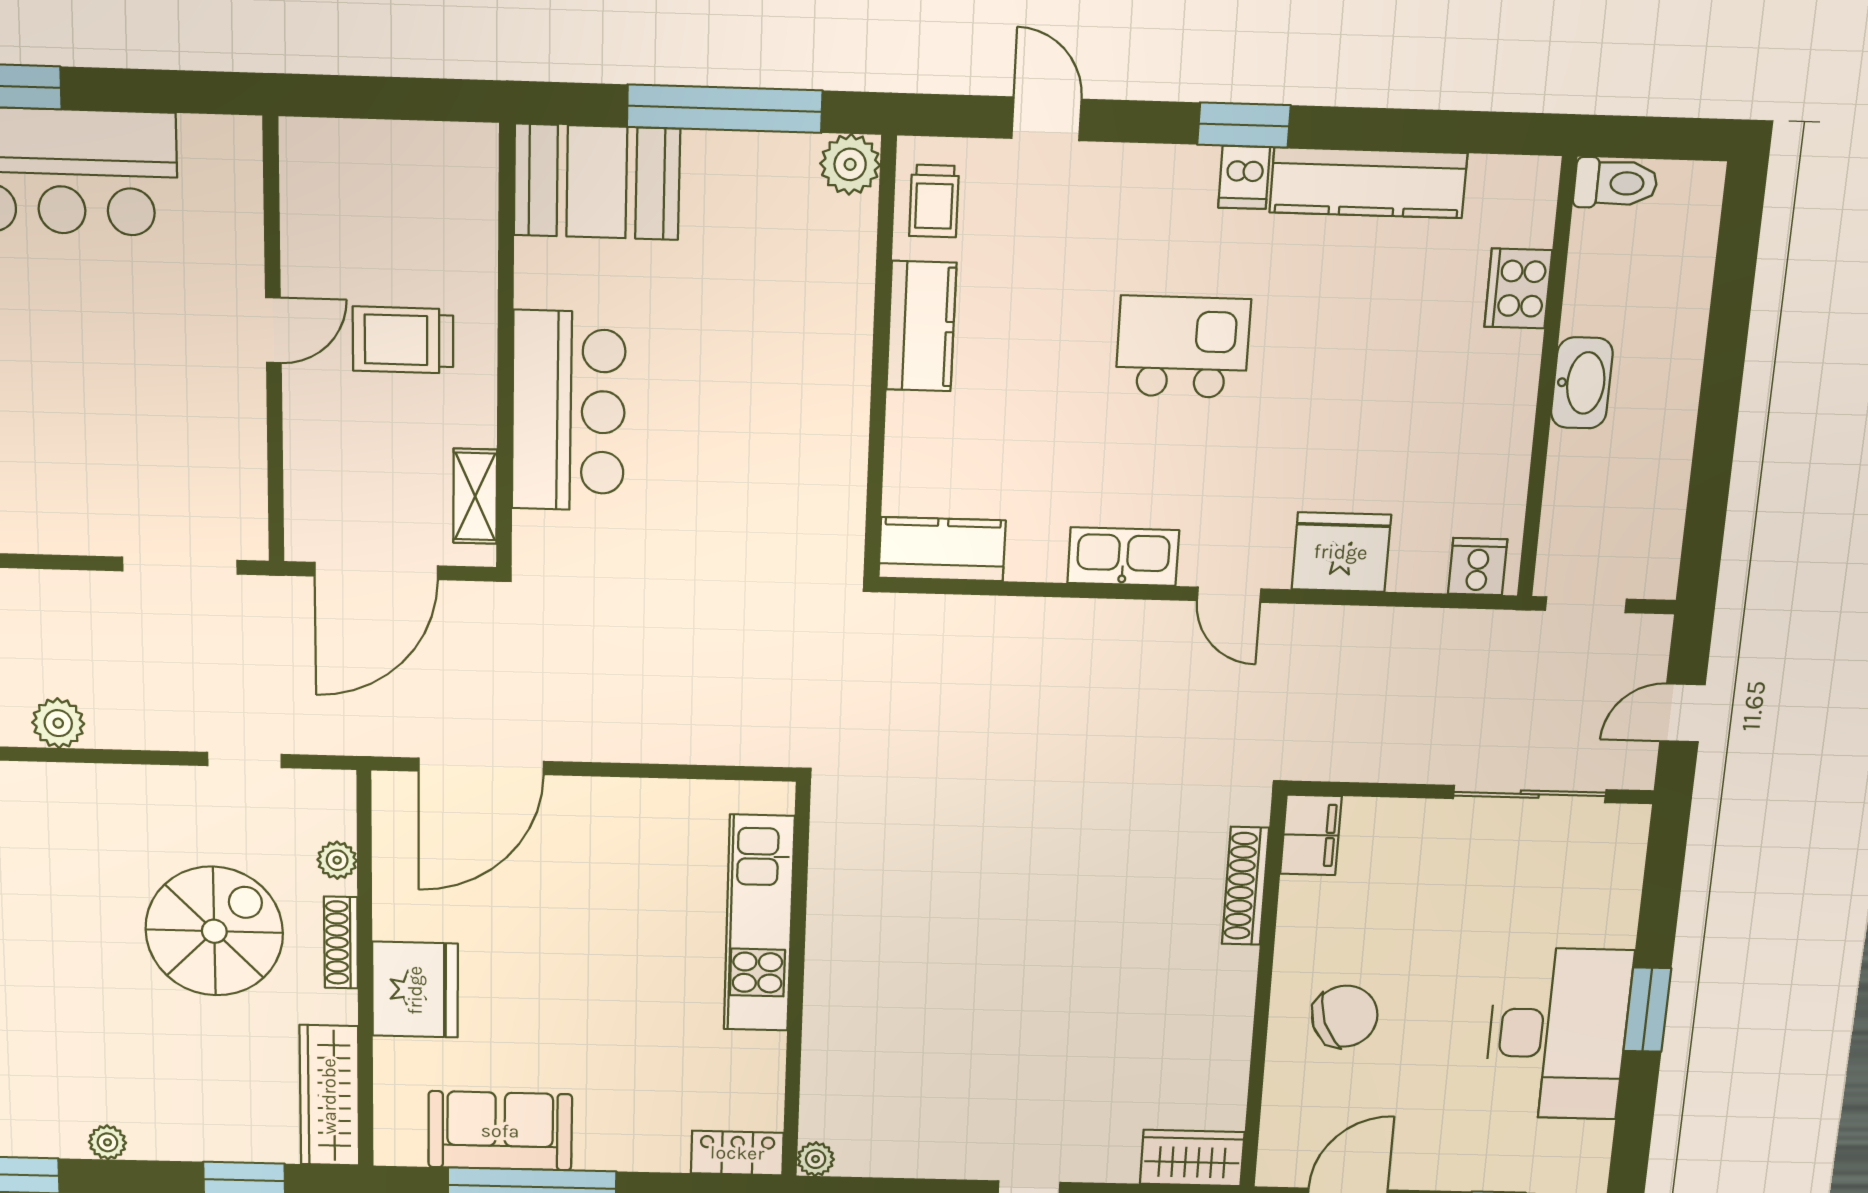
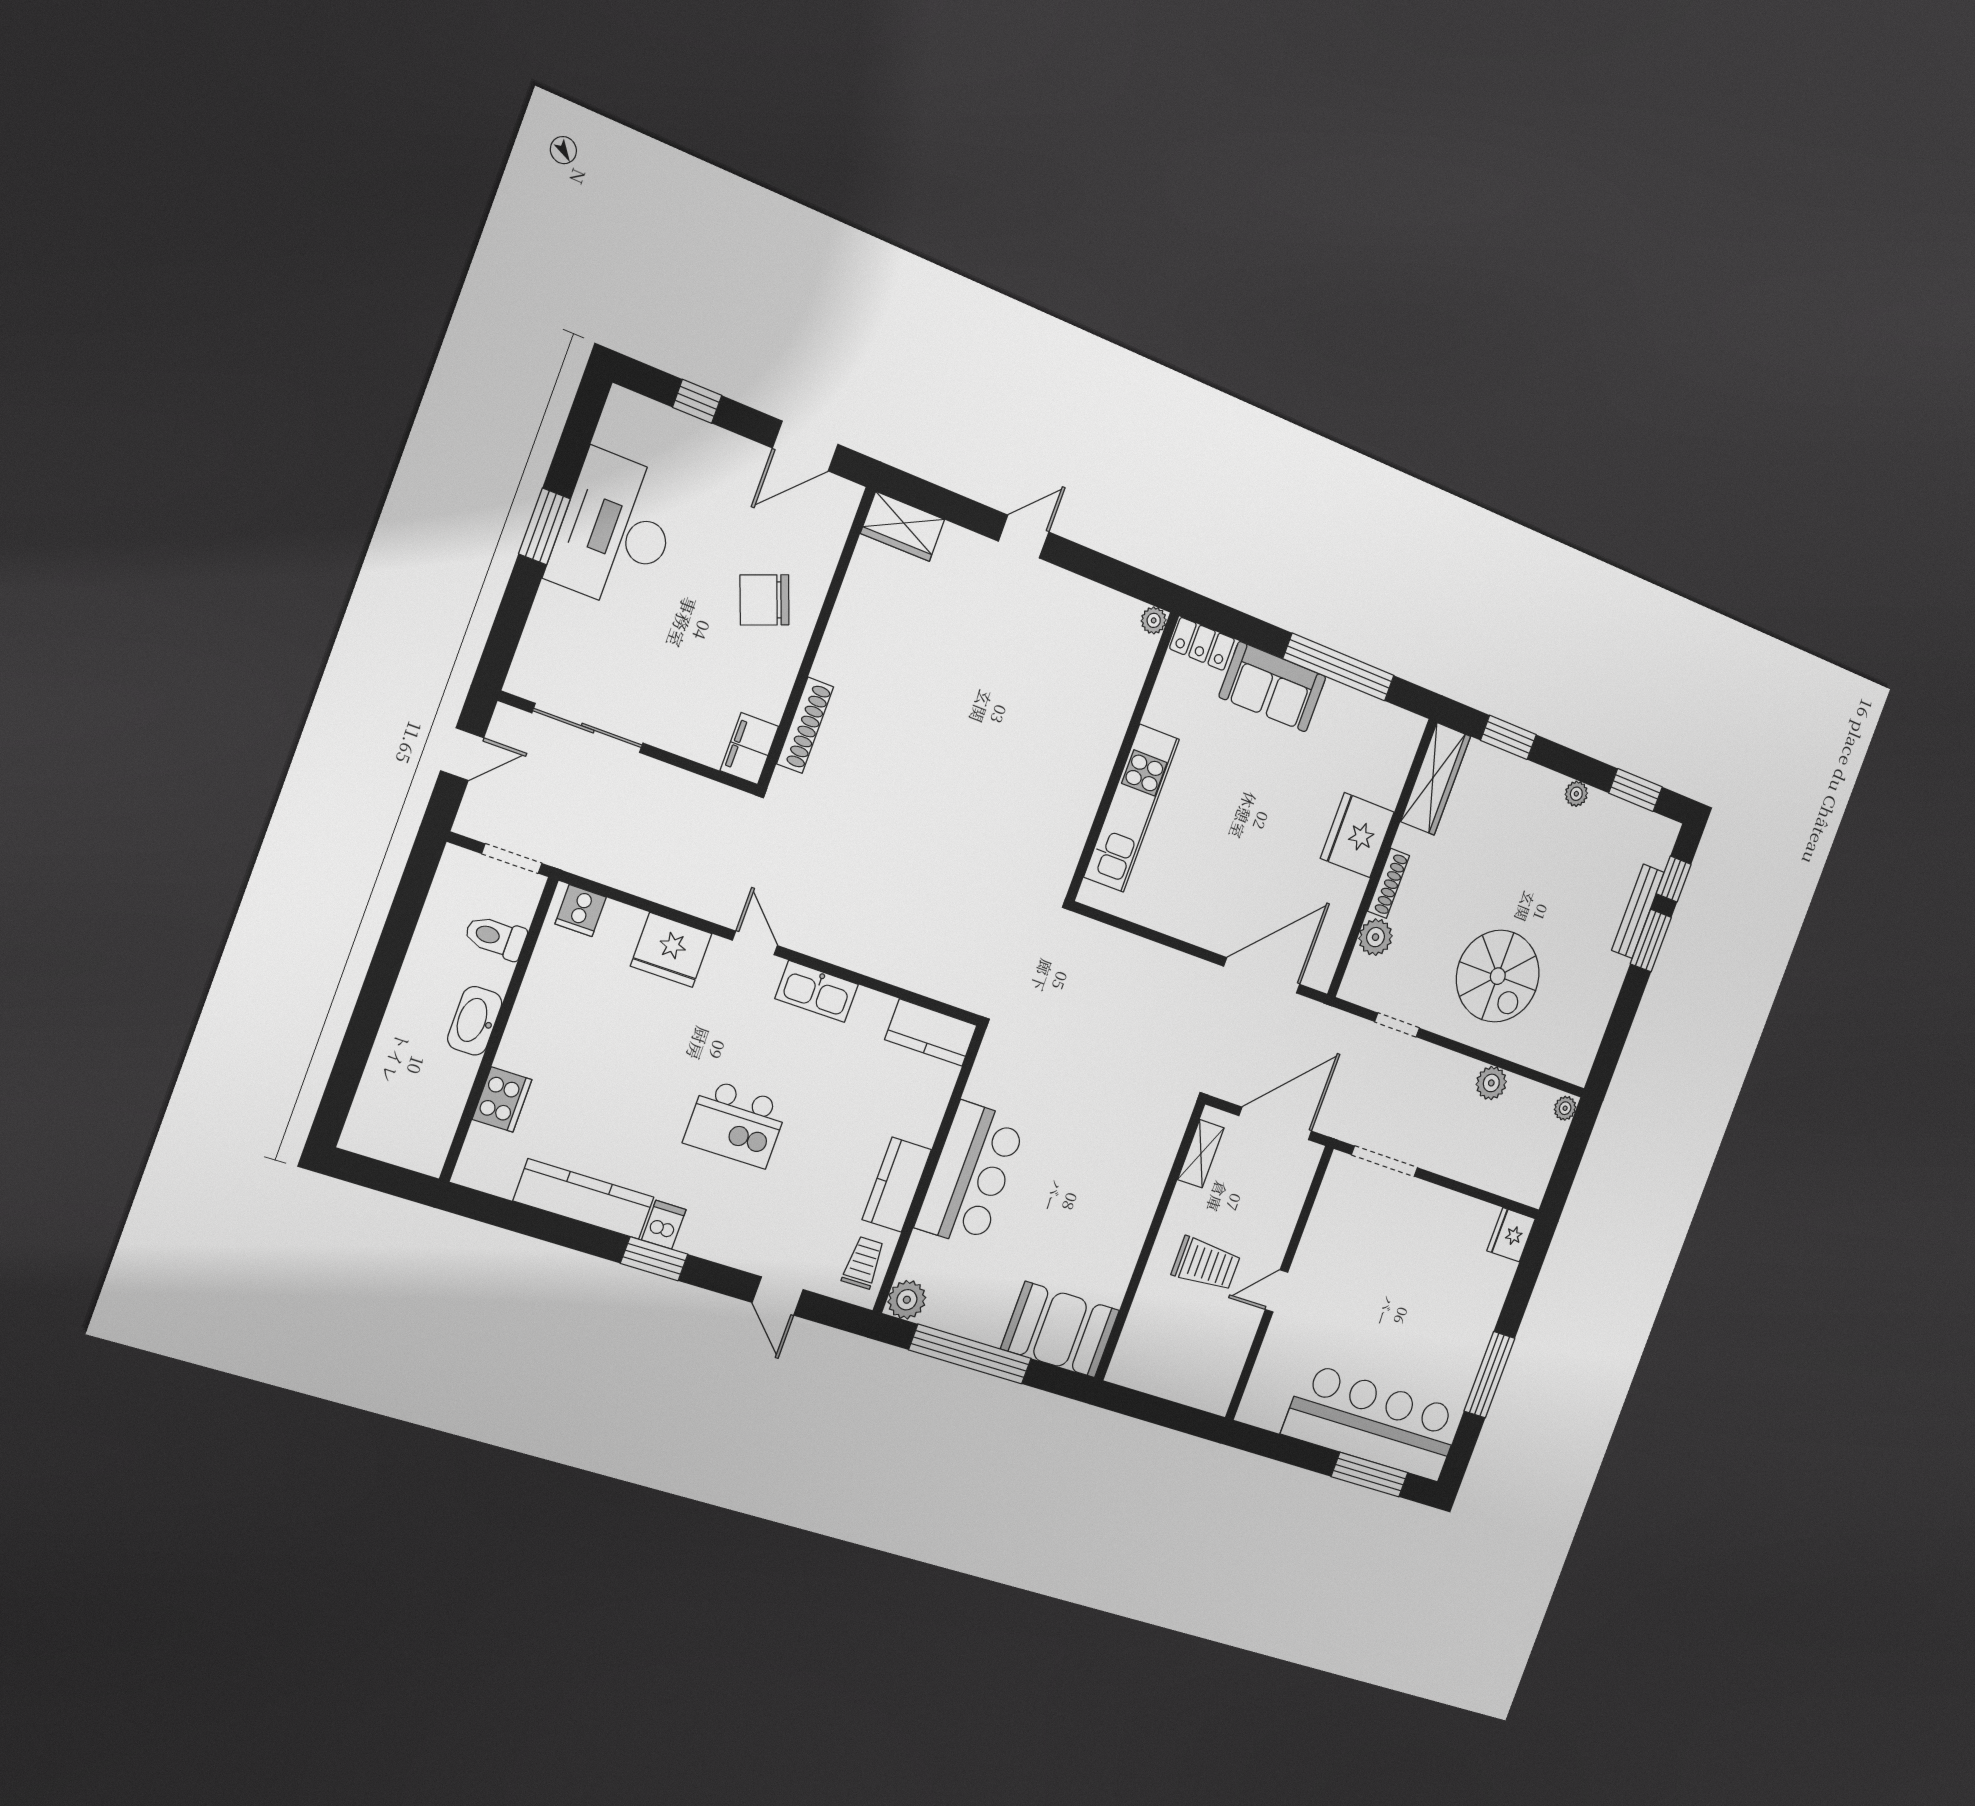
toilet: (1616, 183) -> (495, 937), moved
bar counter: (569, 411) -> (971, 1174), moved, turned 180
plant: (337, 860) -> (1376, 937), width x1.38, depth x1.38
spiral stairs: (214, 931) -> (1498, 976), moved, turned -90
sofa: (500, 1131) -> (1272, 687), moved

